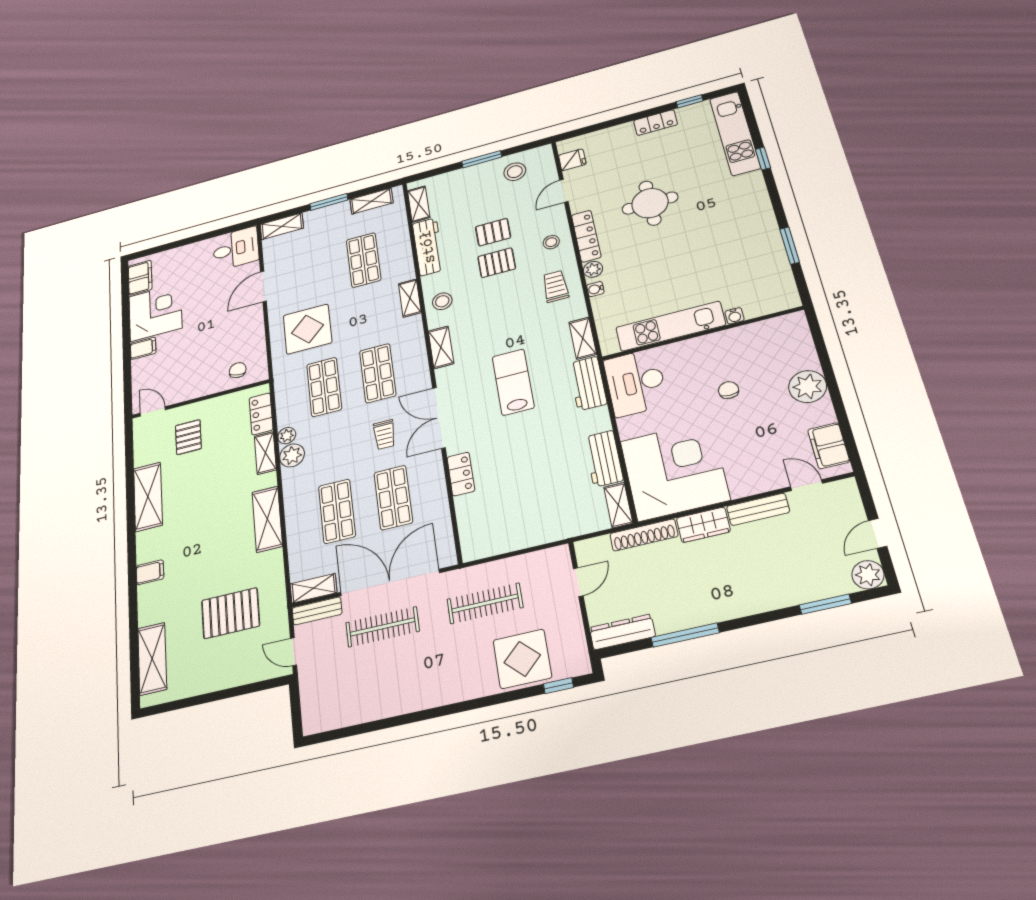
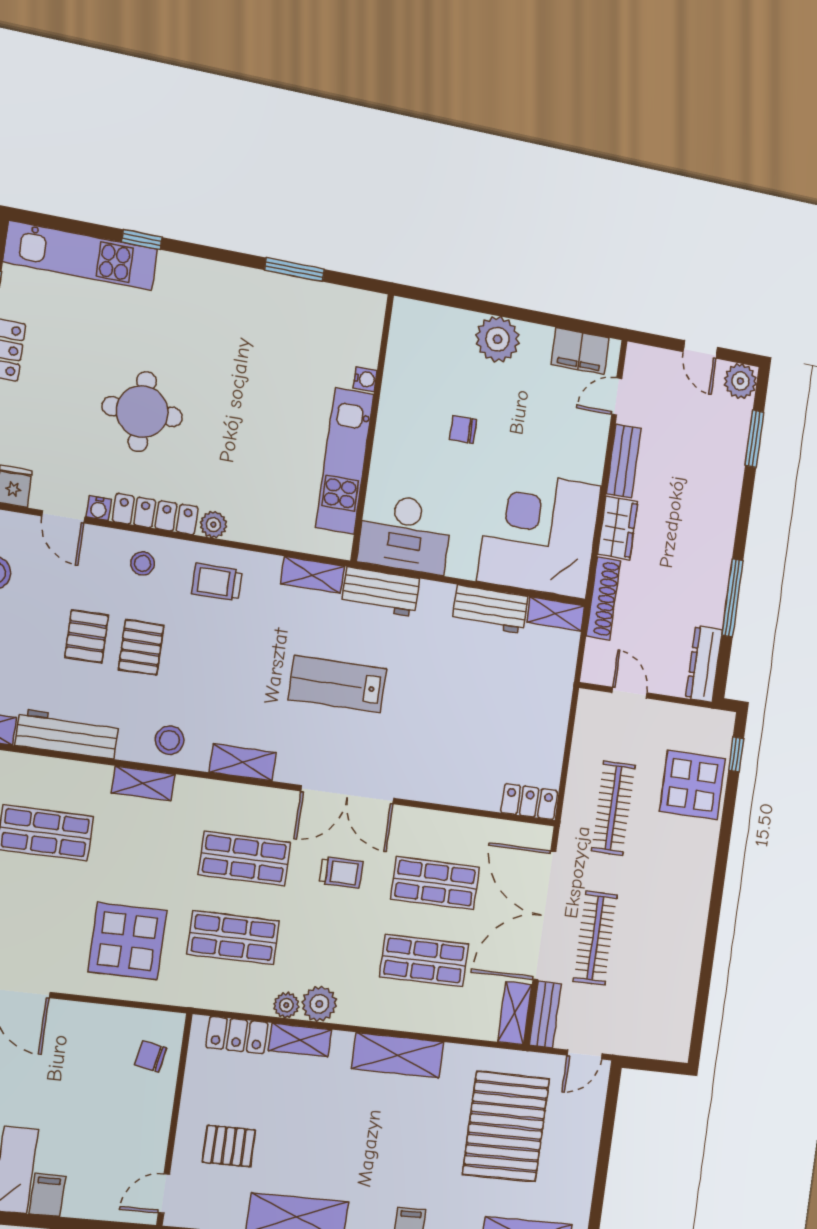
water cooler: (595, 289) -> (99, 508), moved
locker: (461, 474) -> (529, 802), moved
pallet: (231, 613) -> (506, 1126), width x1.37, depth x1.41

